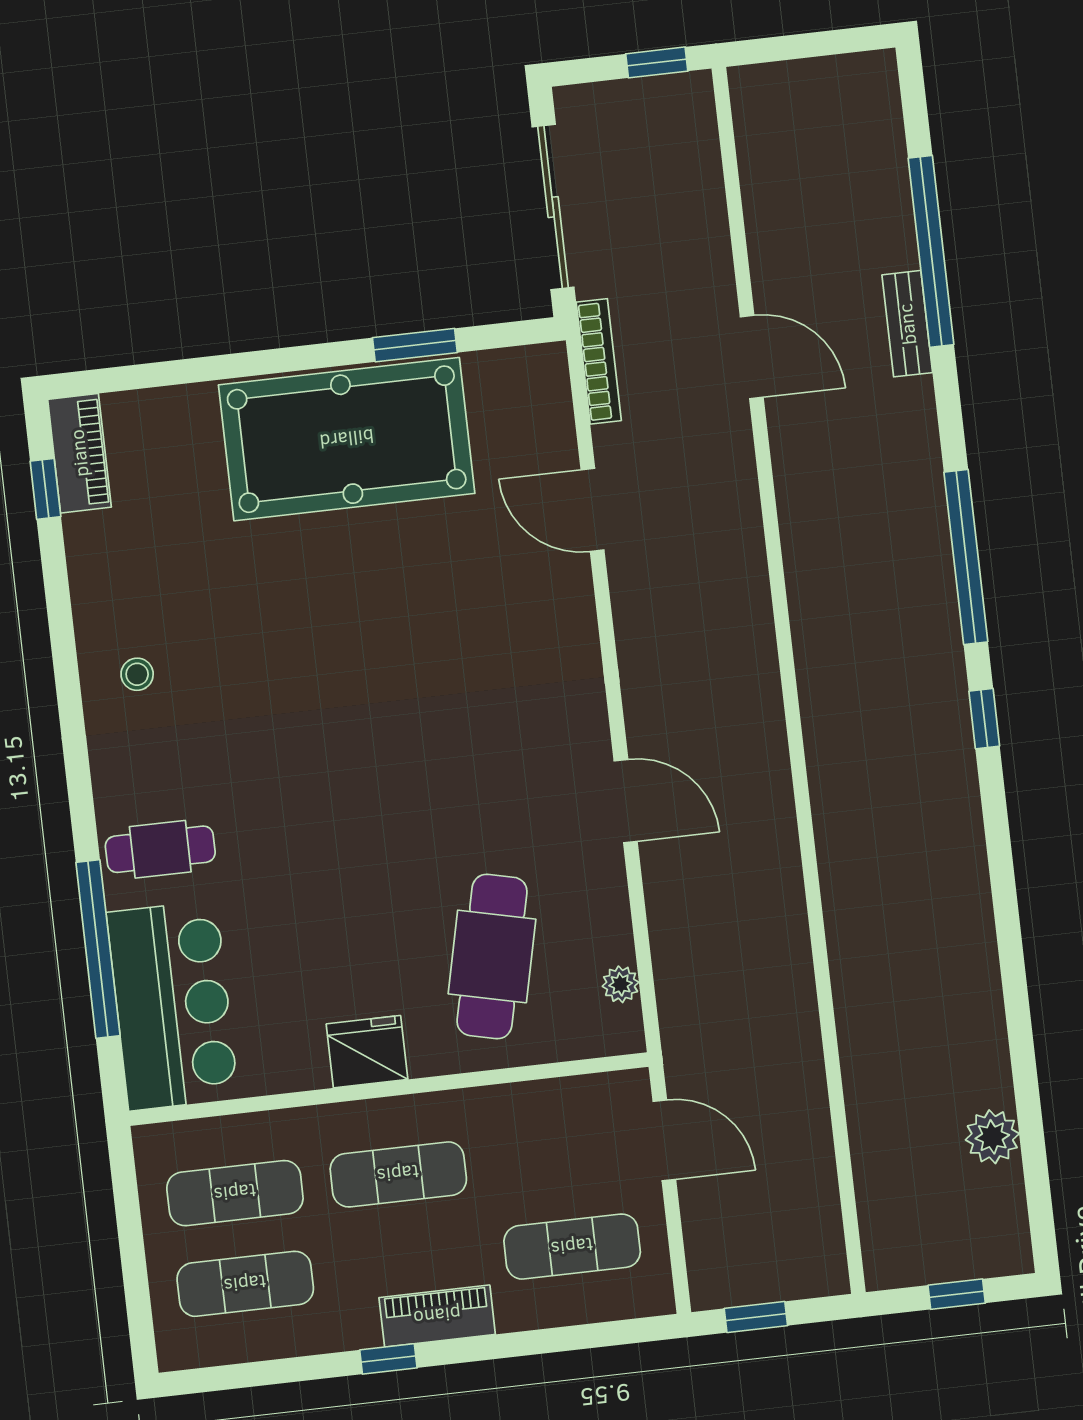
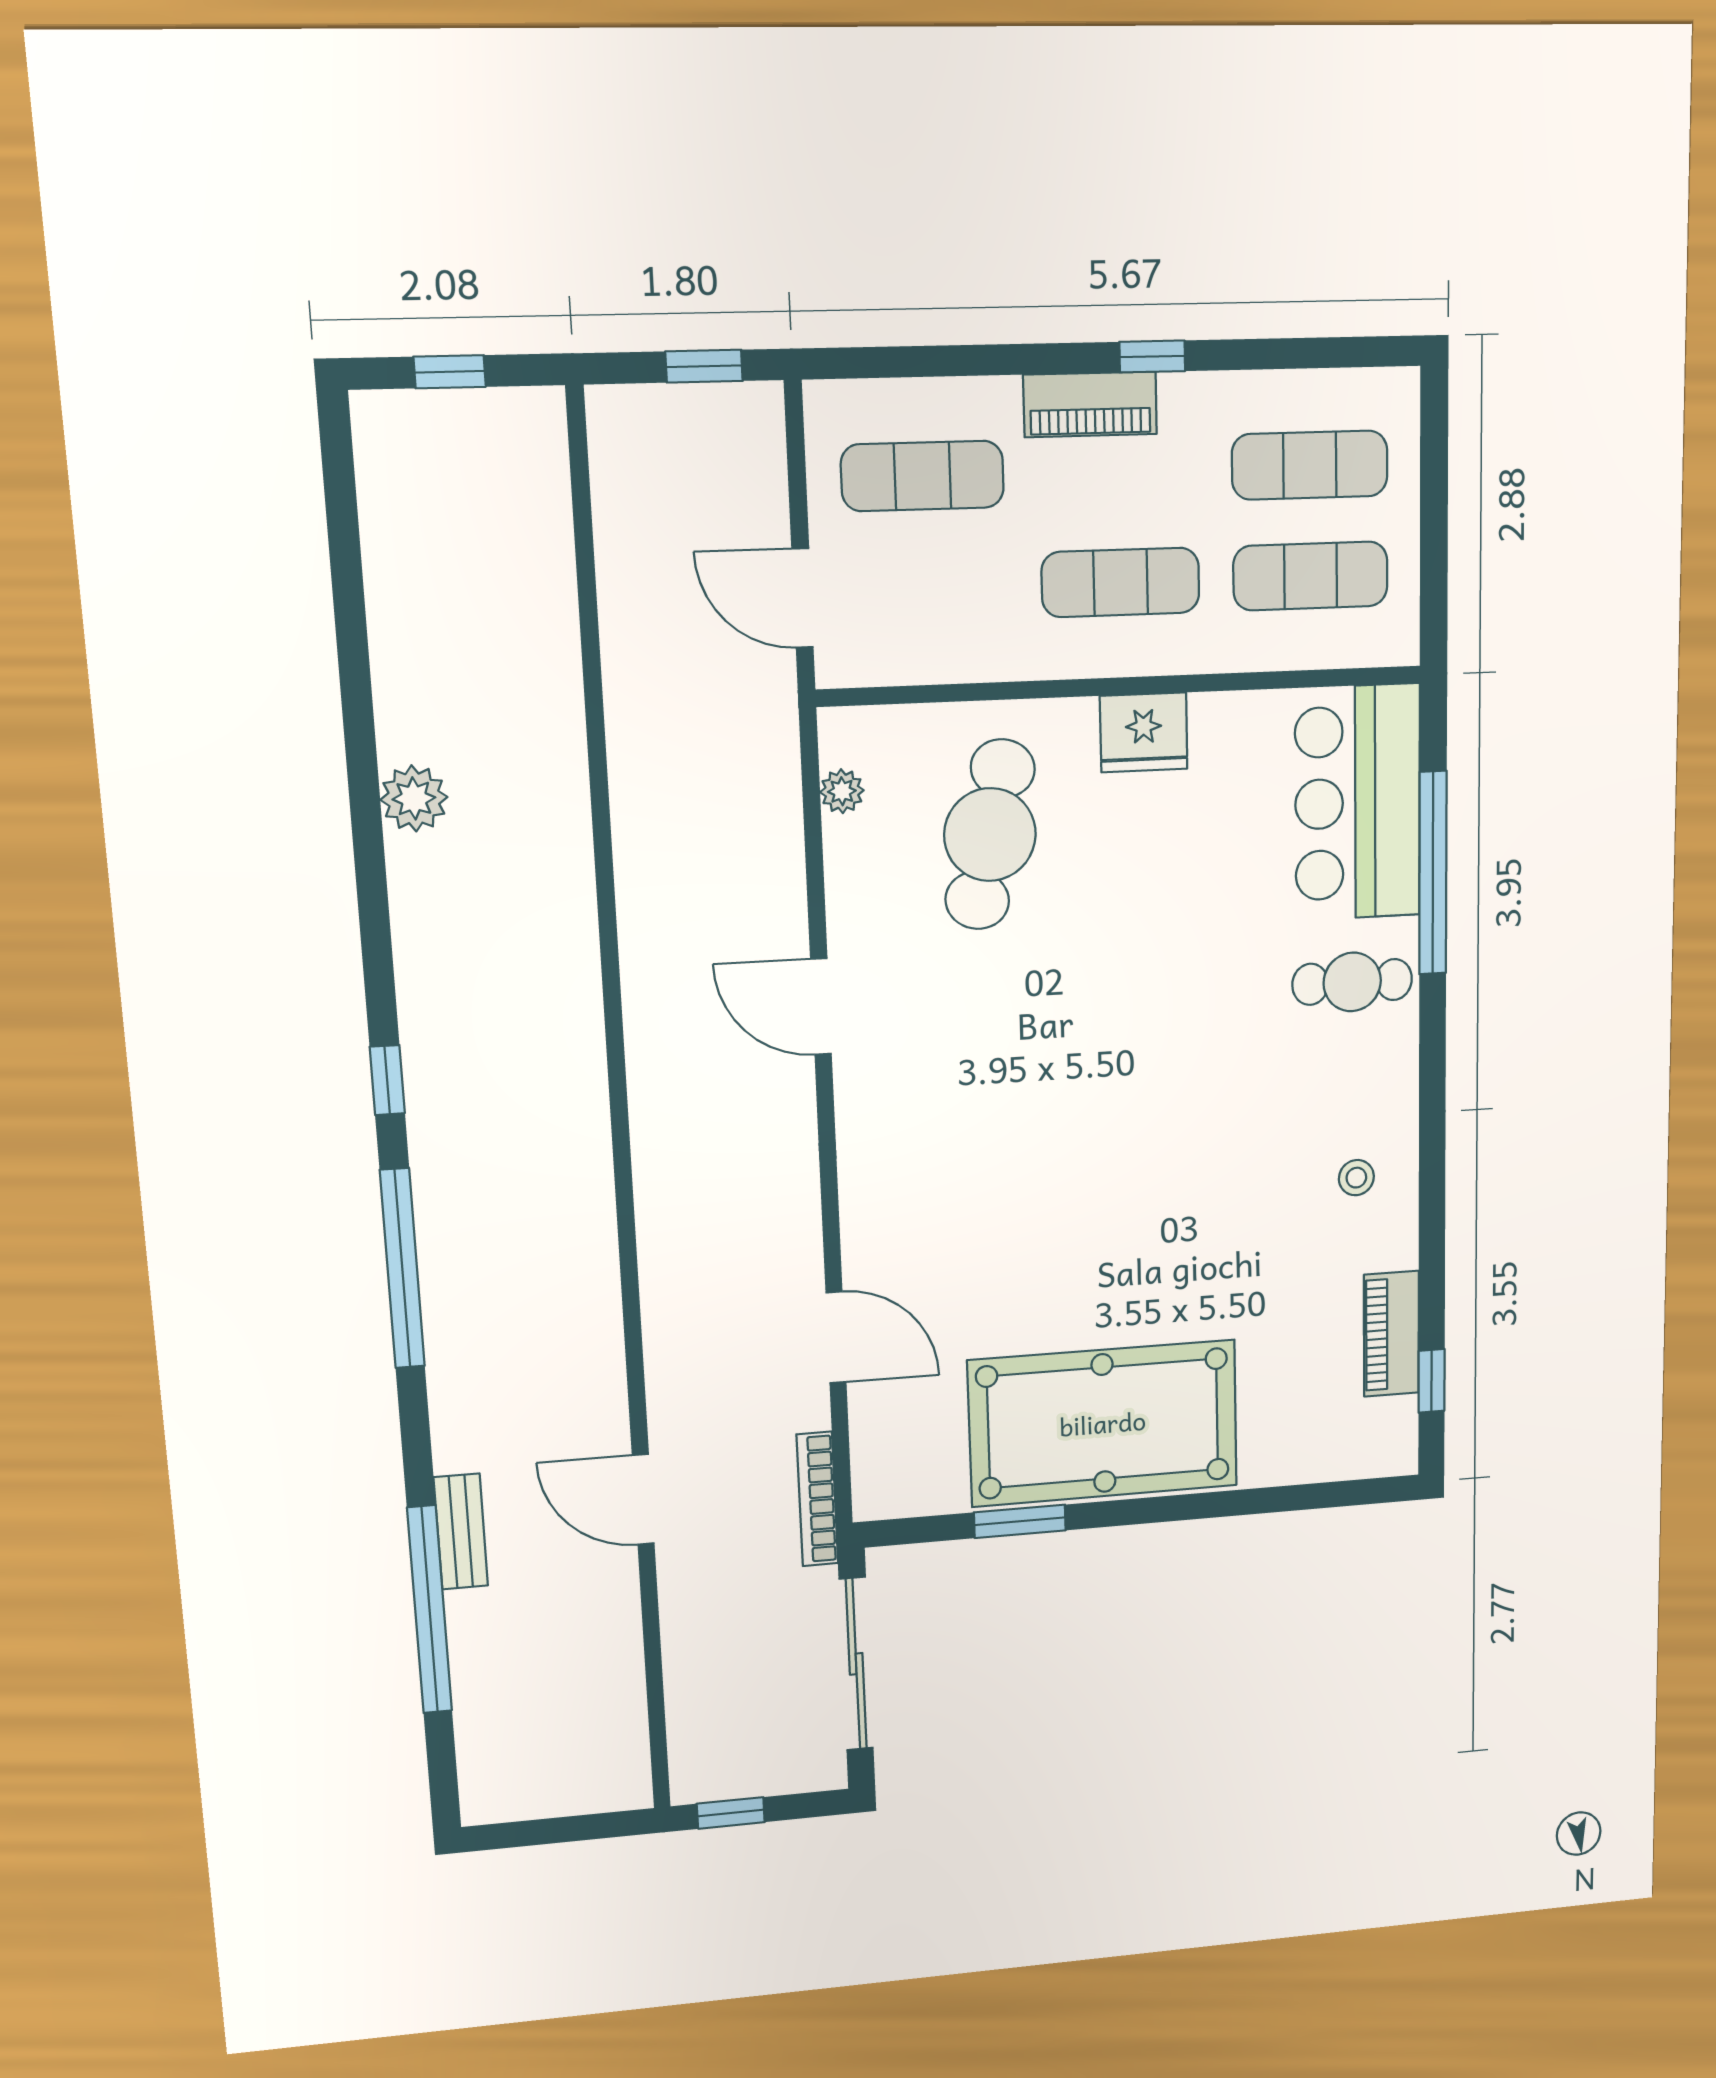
piano: (79, 453) -> (1391, 1334), moved
plant: (992, 1137) -> (414, 798), moved

